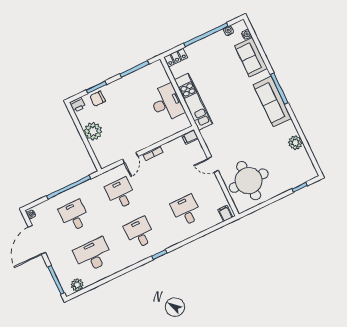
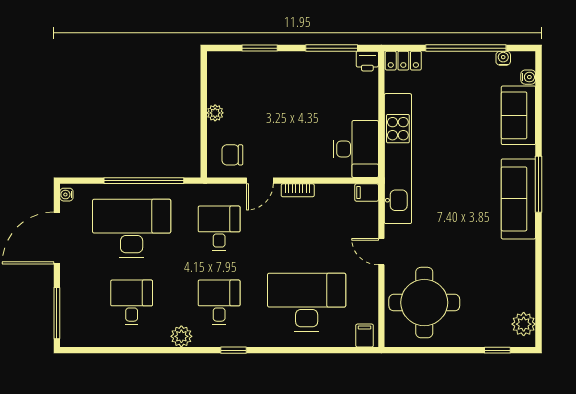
chair: (98, 99) -> (232, 155), moved
kitchen unit: (194, 102) -> (398, 159), width x1.36
desk: (167, 103) -> (356, 149), moved
printer: (77, 105) -> (367, 61), moved
plant: (93, 131) -> (215, 113), width x0.53, depth x0.53
plant: (295, 143) -> (524, 324), moved
desk: (186, 211) -> (307, 302), width x1.87, depth x1.30
desk: (74, 216) -> (132, 228), width x1.87, depth x1.30
desk: (93, 255) -> (132, 302), width x0.73
plant: (77, 285) -> (181, 336), moved

